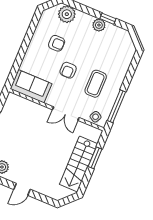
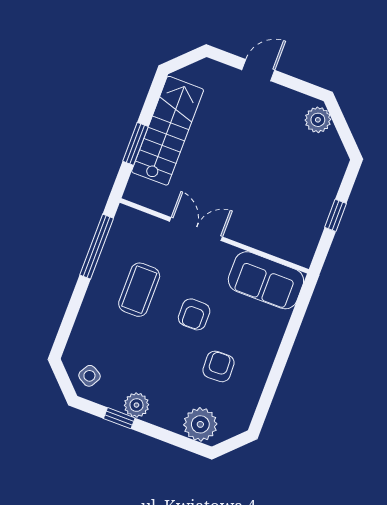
armchair: (57, 43) -> (219, 366), turned 88
armchair: (68, 70) -> (194, 314), turned 180
side table: (96, 117) -> (89, 376), moved
door: (22, 189) -> (258, 70), moved

